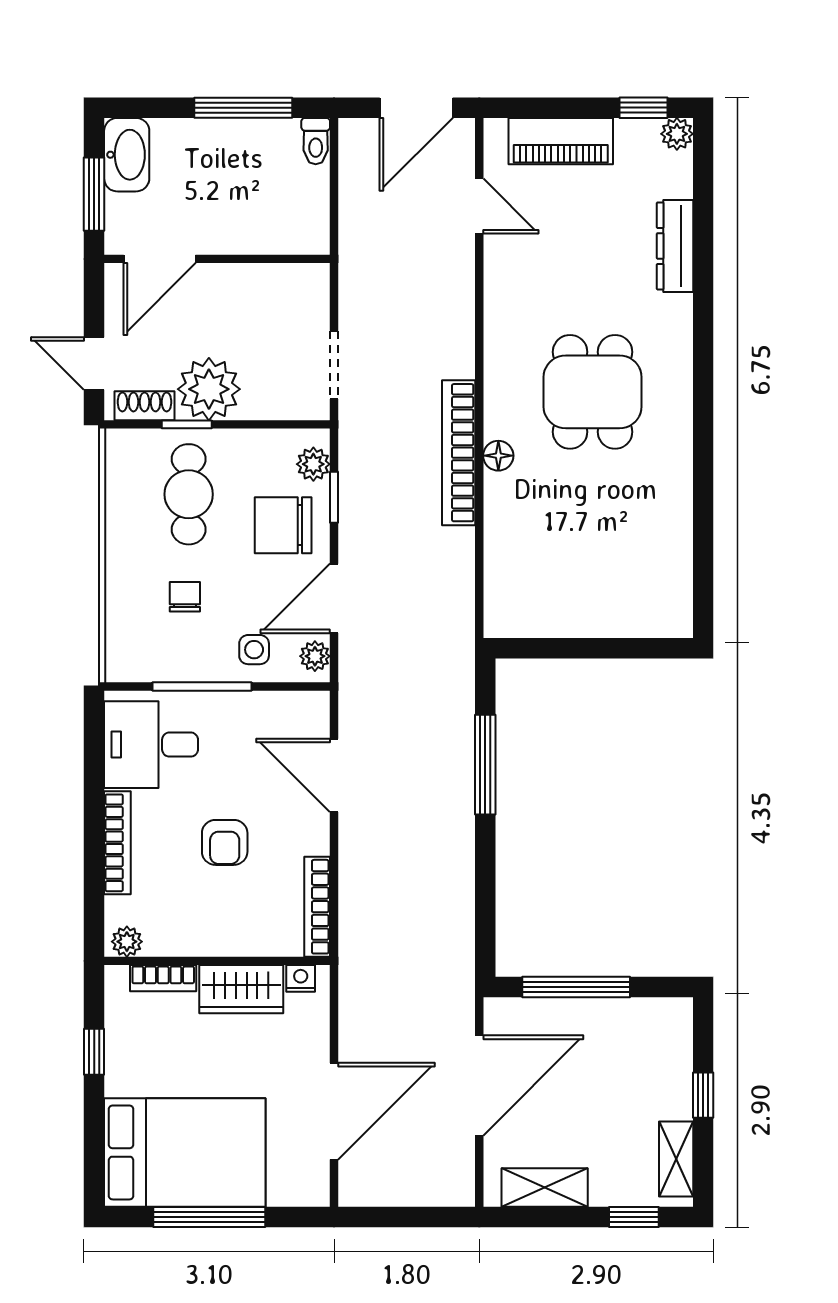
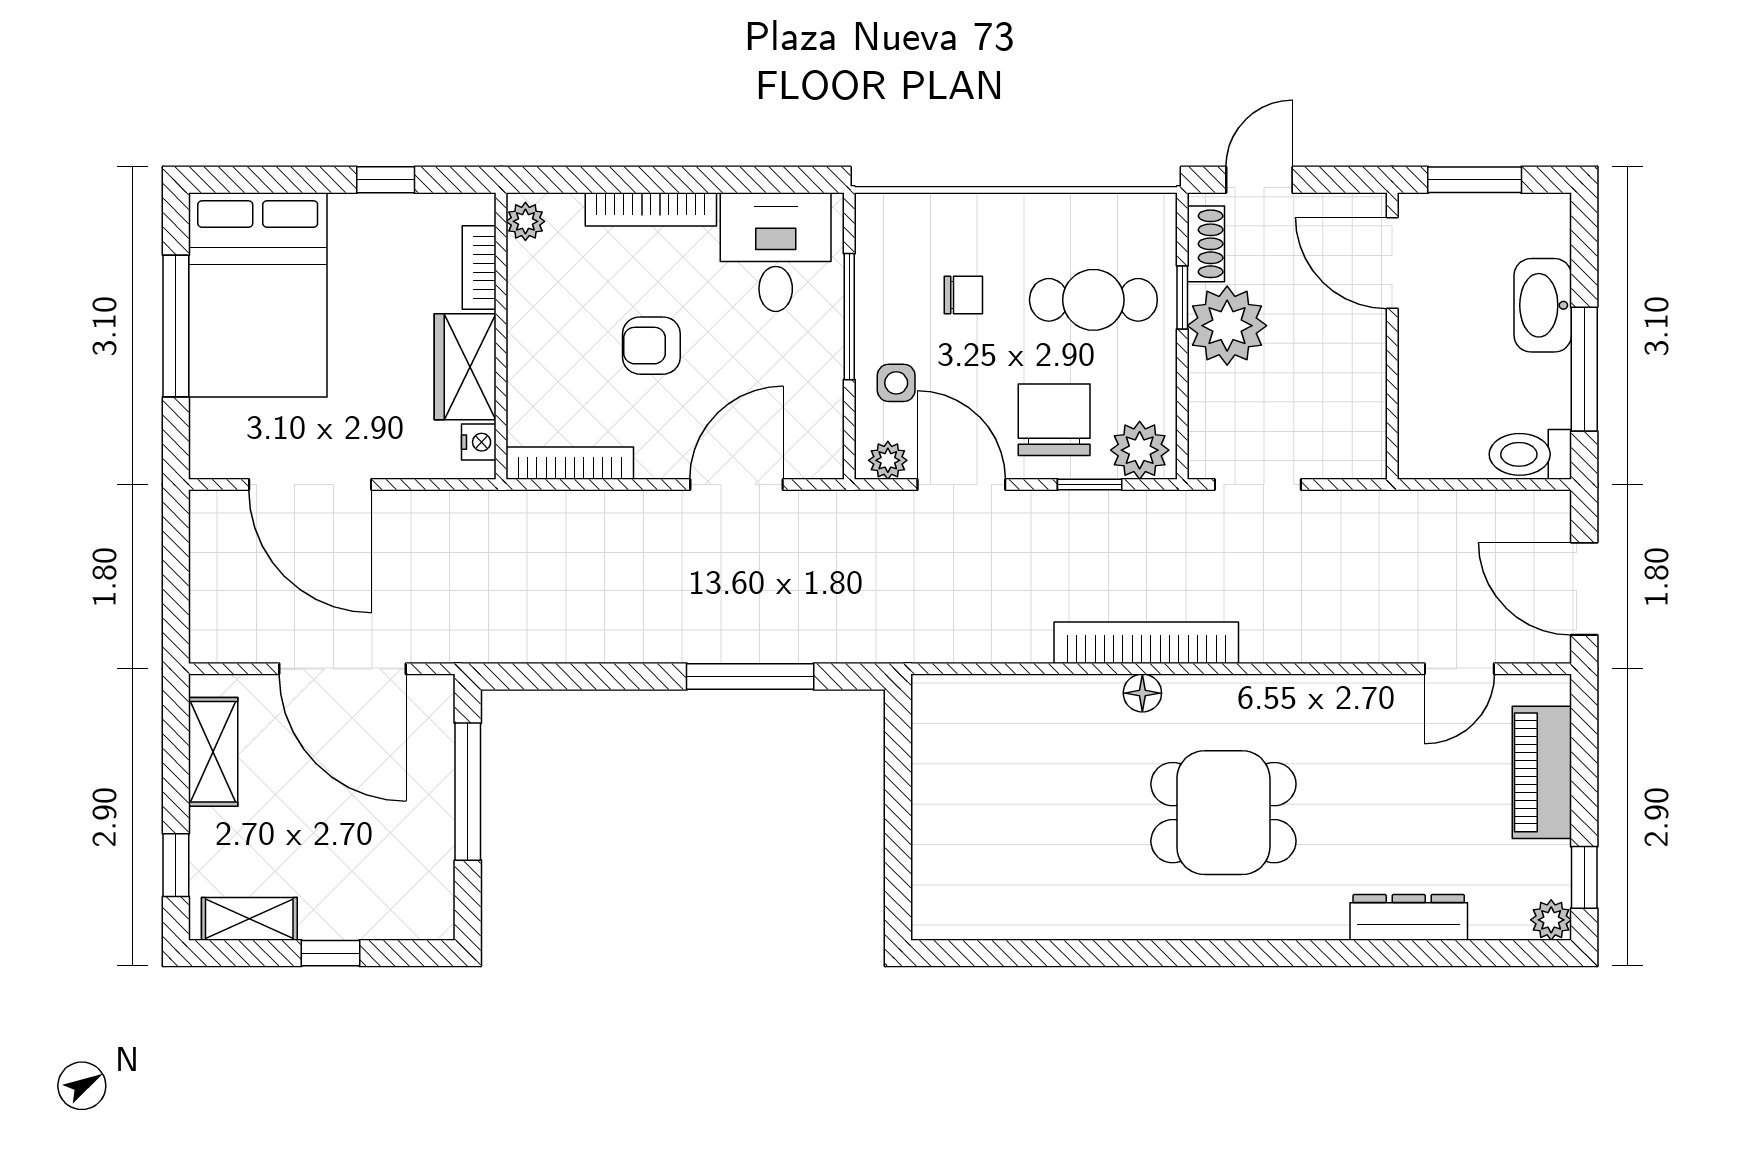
toilet: (316, 141) -> (1530, 454), width x1.37, depth x1.39
washbasin: (127, 155) -> (1543, 305), moved, turned 90
plant: (313, 464) -> (1140, 450), width x1.38, depth x1.38

